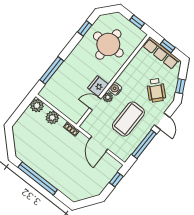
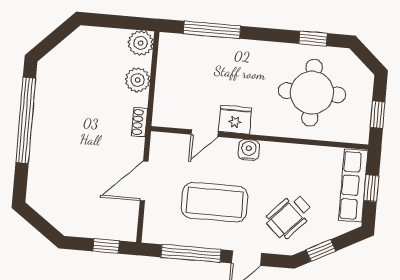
plant: (108, 97) -> (228, 147), removed
door: (95, 103) -> (205, 133), swing flipped

